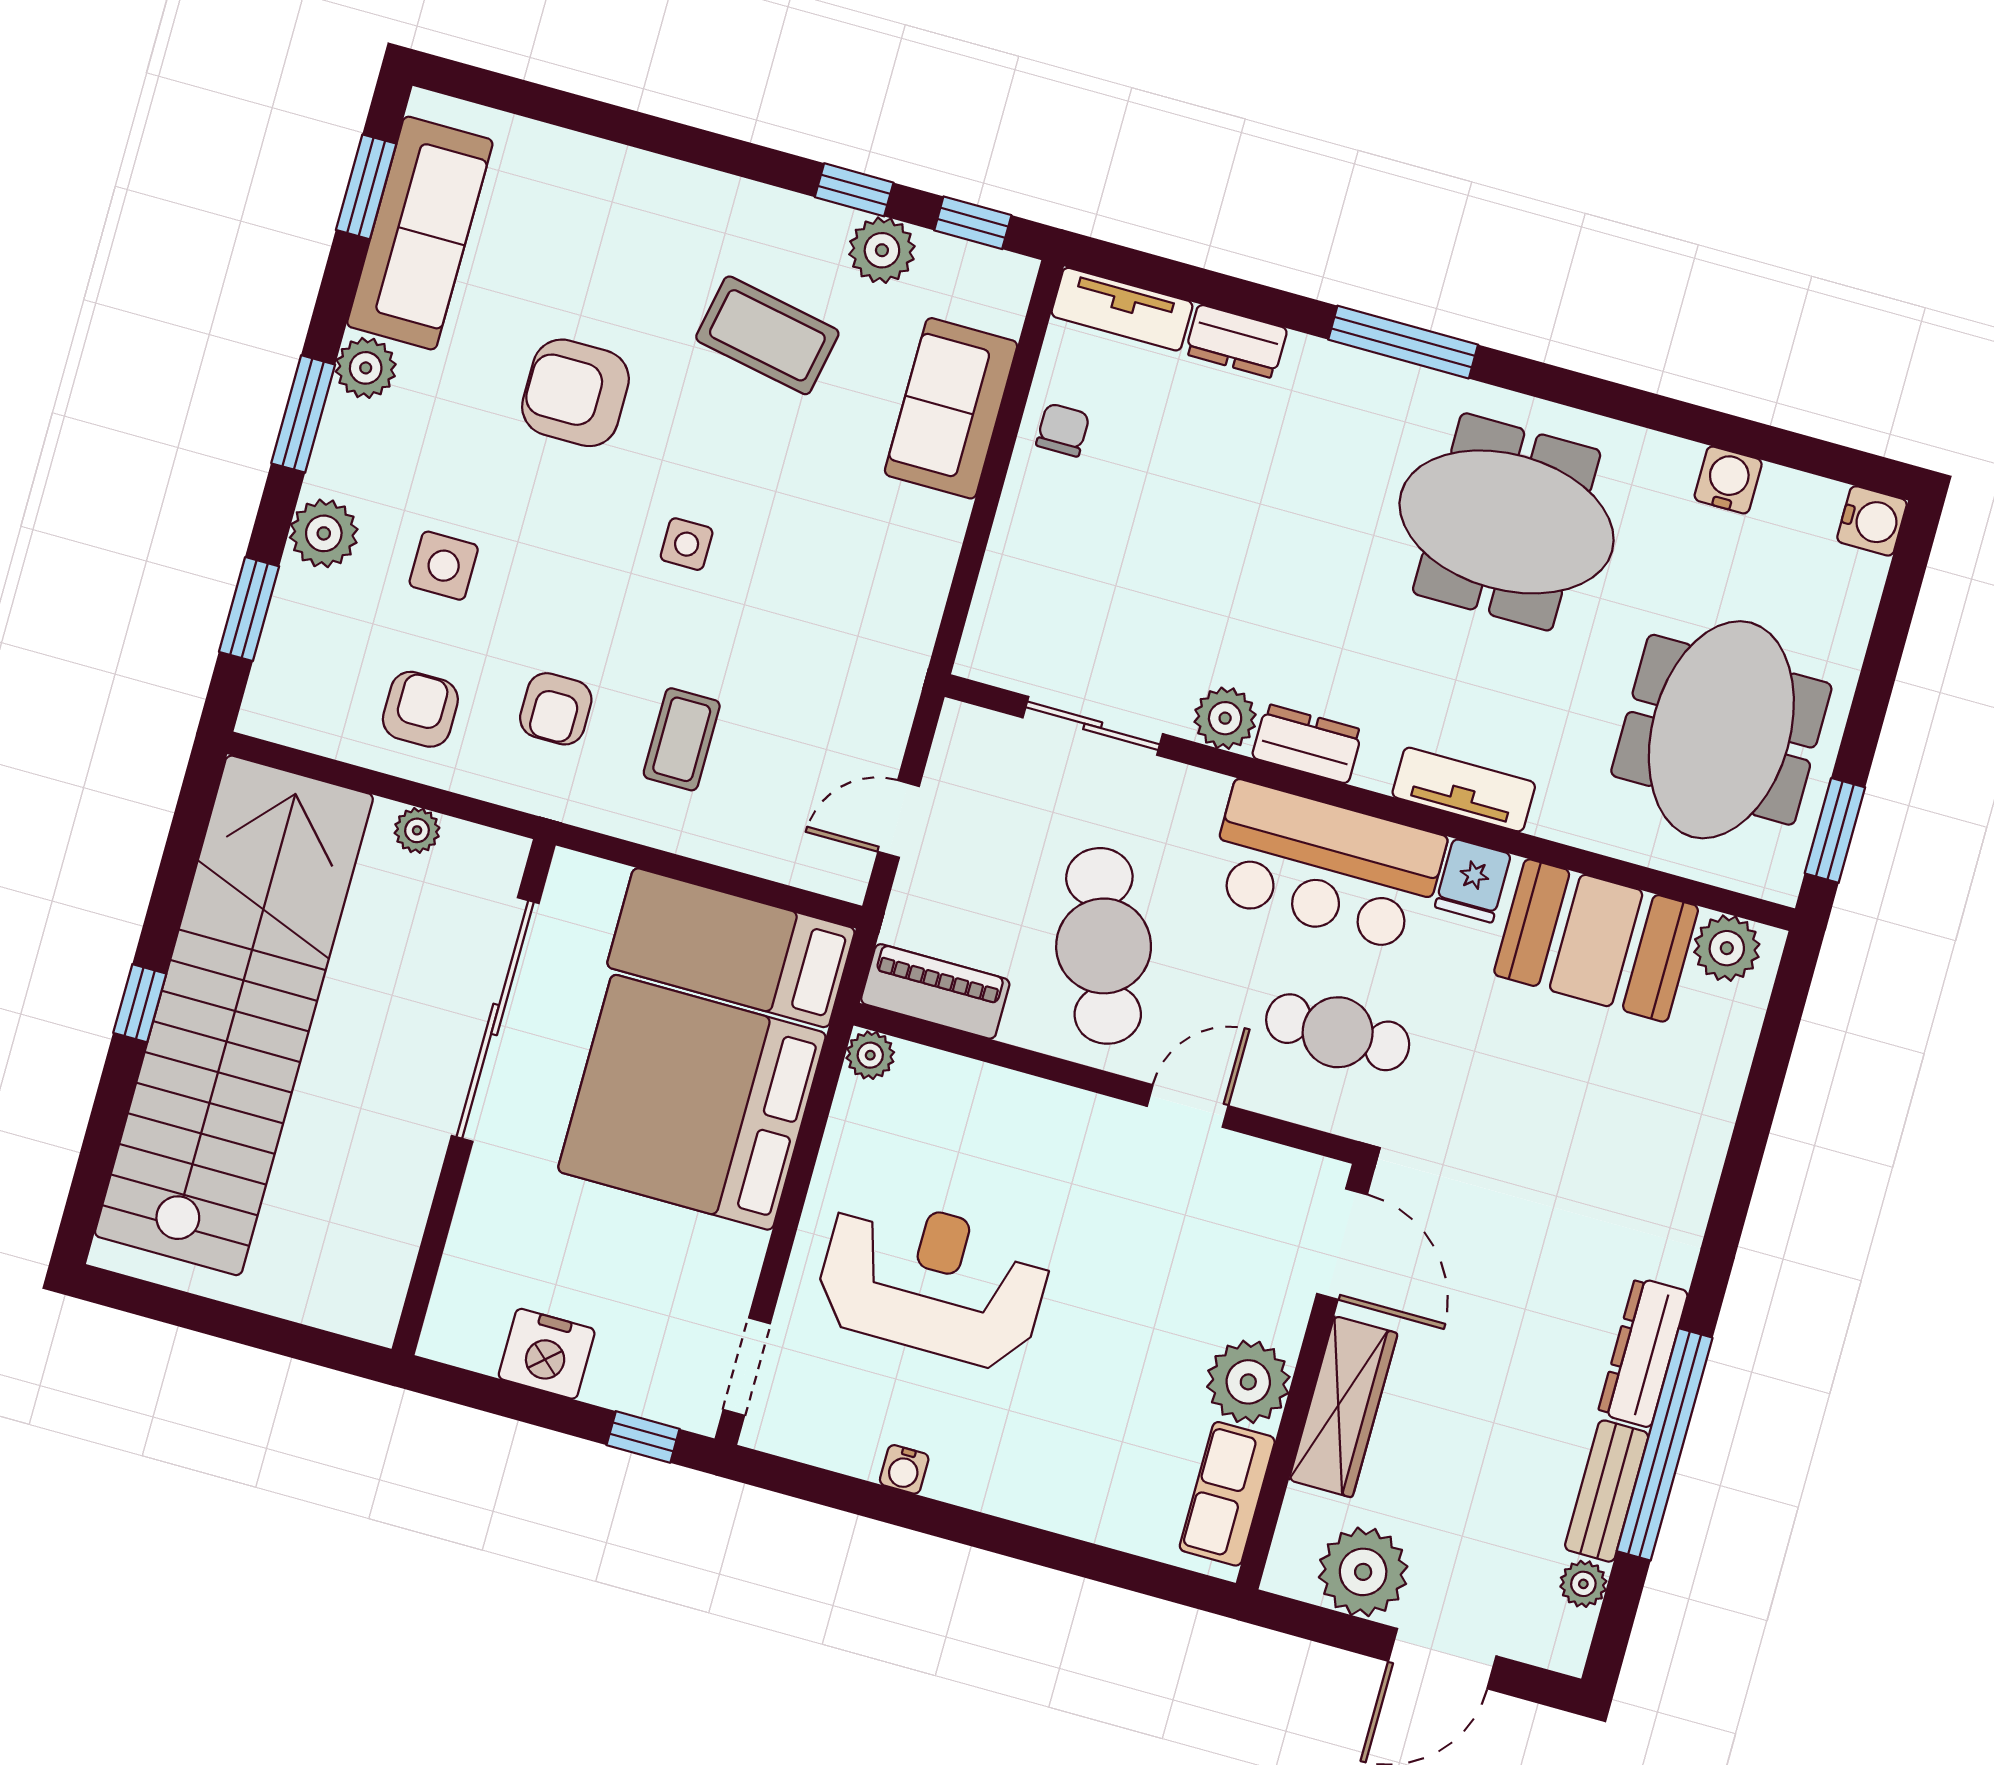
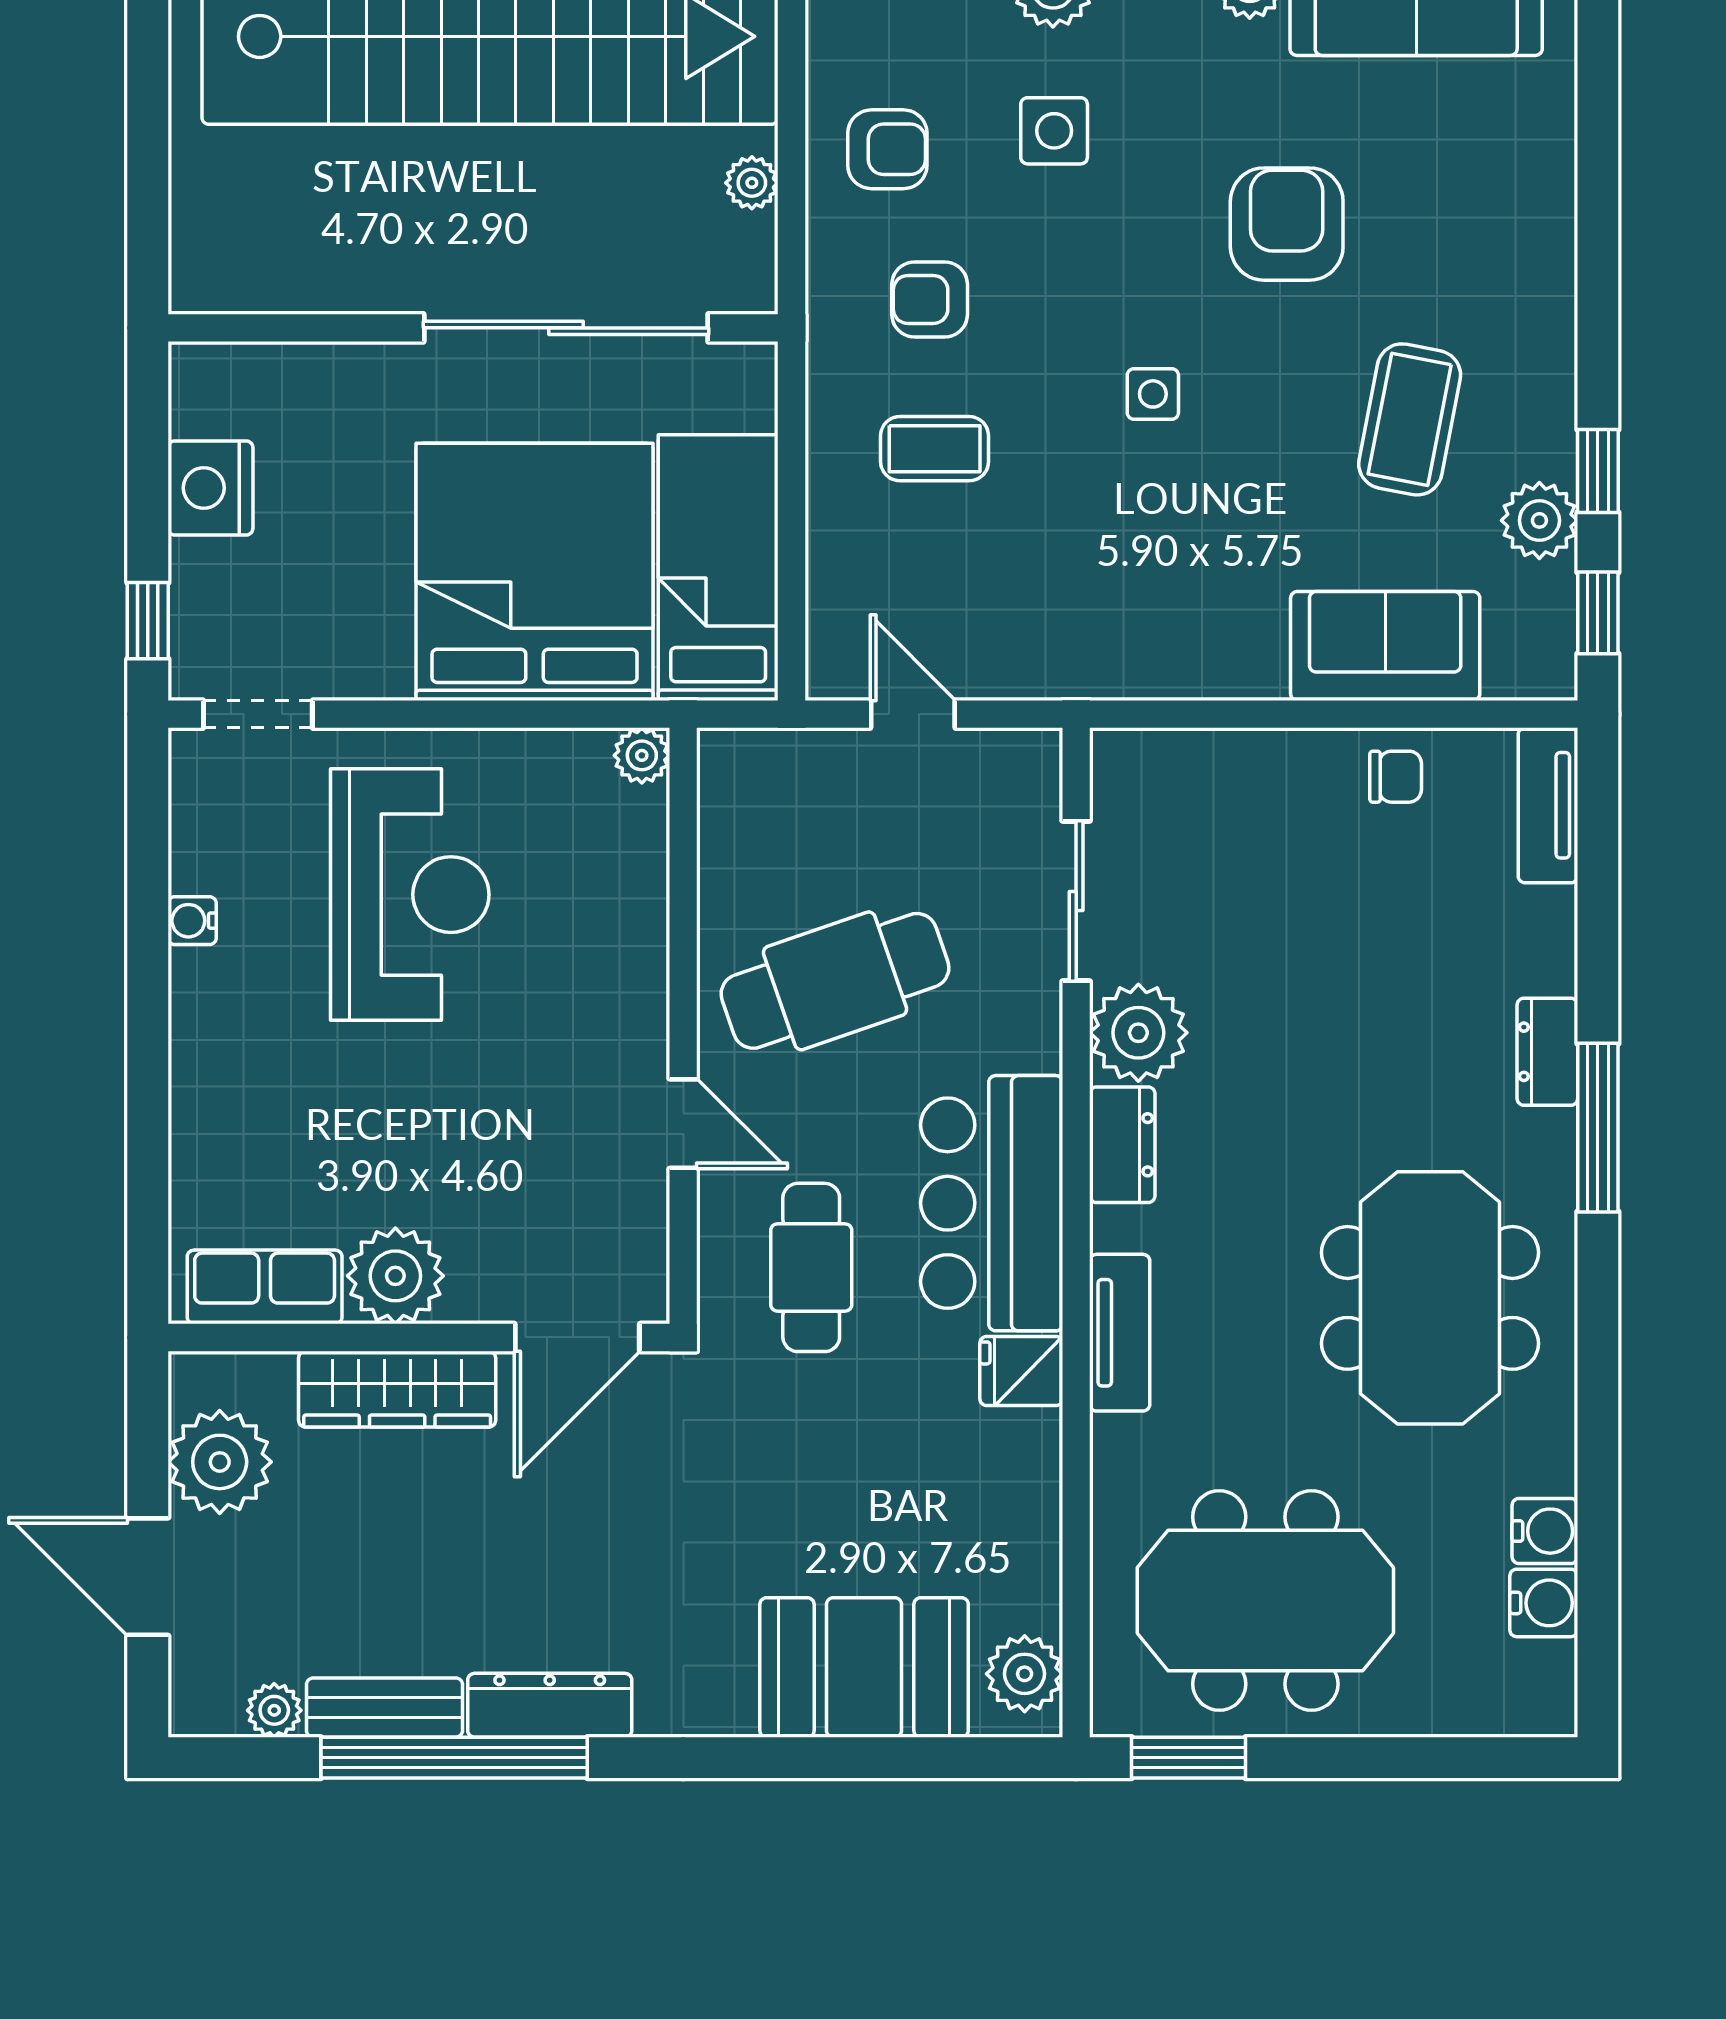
dresser: (1236, 341) -> (1547, 1052), moved
water cooler: (1872, 521) -> (1544, 1603), moved, turned -90
plant: (1225, 718) -> (1138, 1033), width x1.36, depth x1.36
booth: (1596, 940) -> (864, 1667), moved, turned 90
piano: (935, 991) -> (733, 808), removed

